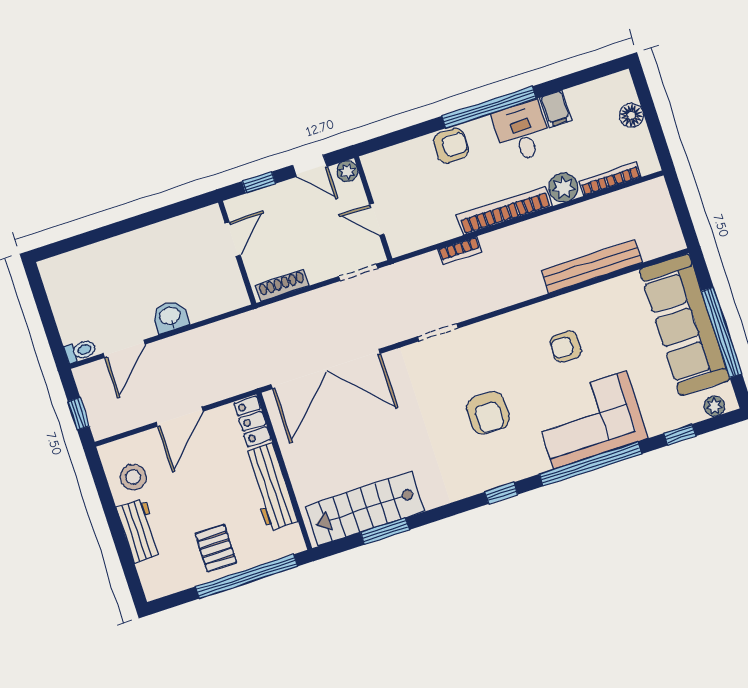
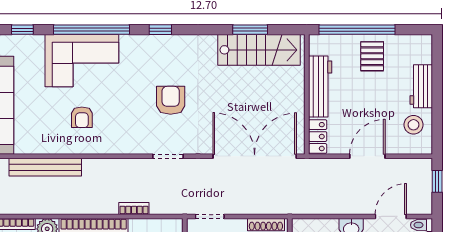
armchair: (566, 347) -> (82, 117), turned 90
armchair: (488, 413) -> (171, 100), moved

